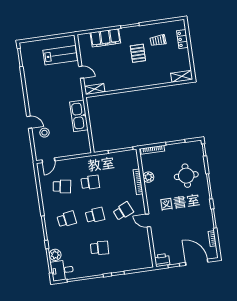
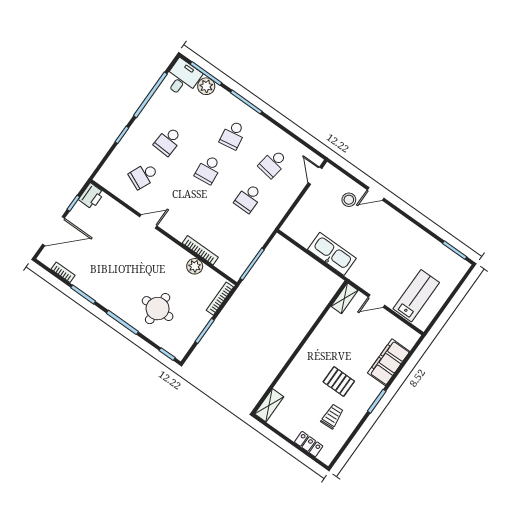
lab bench: (60, 55) -> (416, 296), turned 180
school desk: (123, 211) -> (144, 176), moved, turned 48

